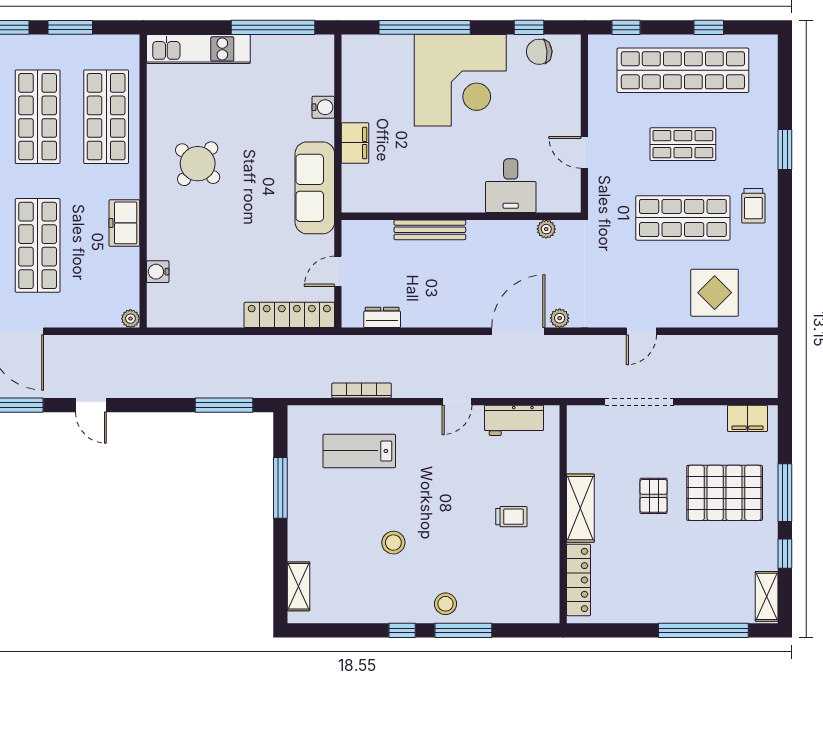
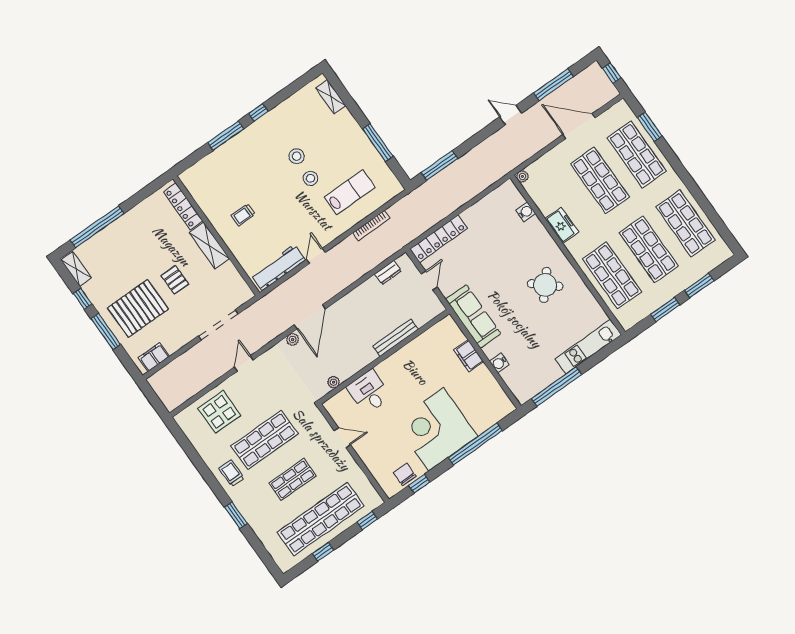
chair: (539, 52) -> (405, 474), turned -86
workbench: (514, 420) -> (278, 267), width x1.38
stool: (445, 604) -> (310, 178), moved

